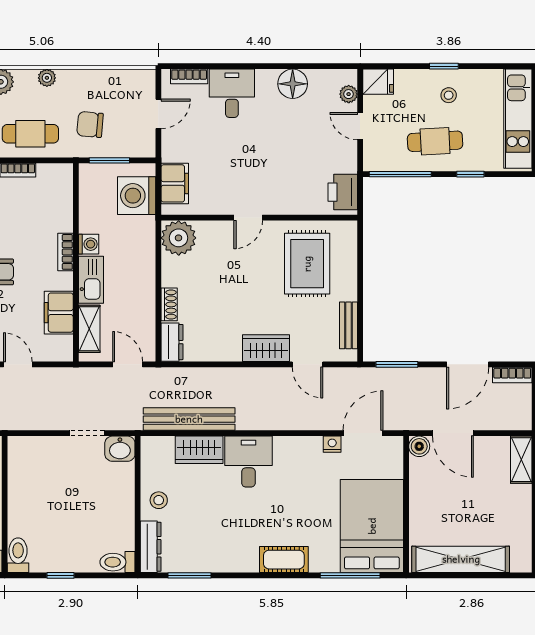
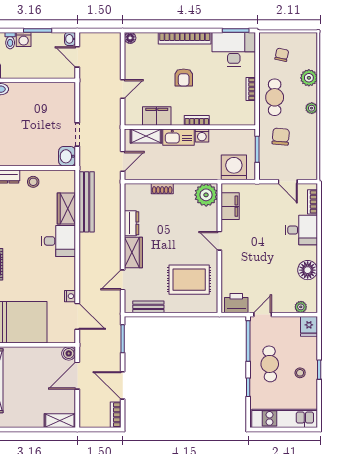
door: (360, 126) -> (263, 315), moved
filing cabinet: (175, 183) -> (230, 206), moved, turned -90
dresser: (172, 342) -> (132, 223), moved, turned -90

